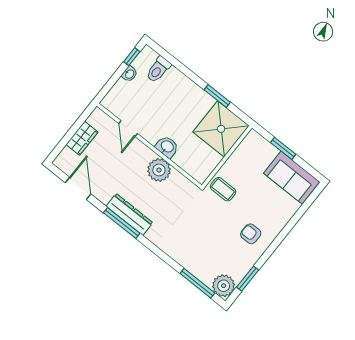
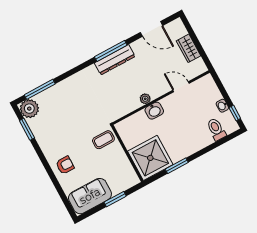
plant: (159, 170) -> (145, 99), width x0.53, depth x0.53
armchair: (251, 234) -> (65, 165), moved

